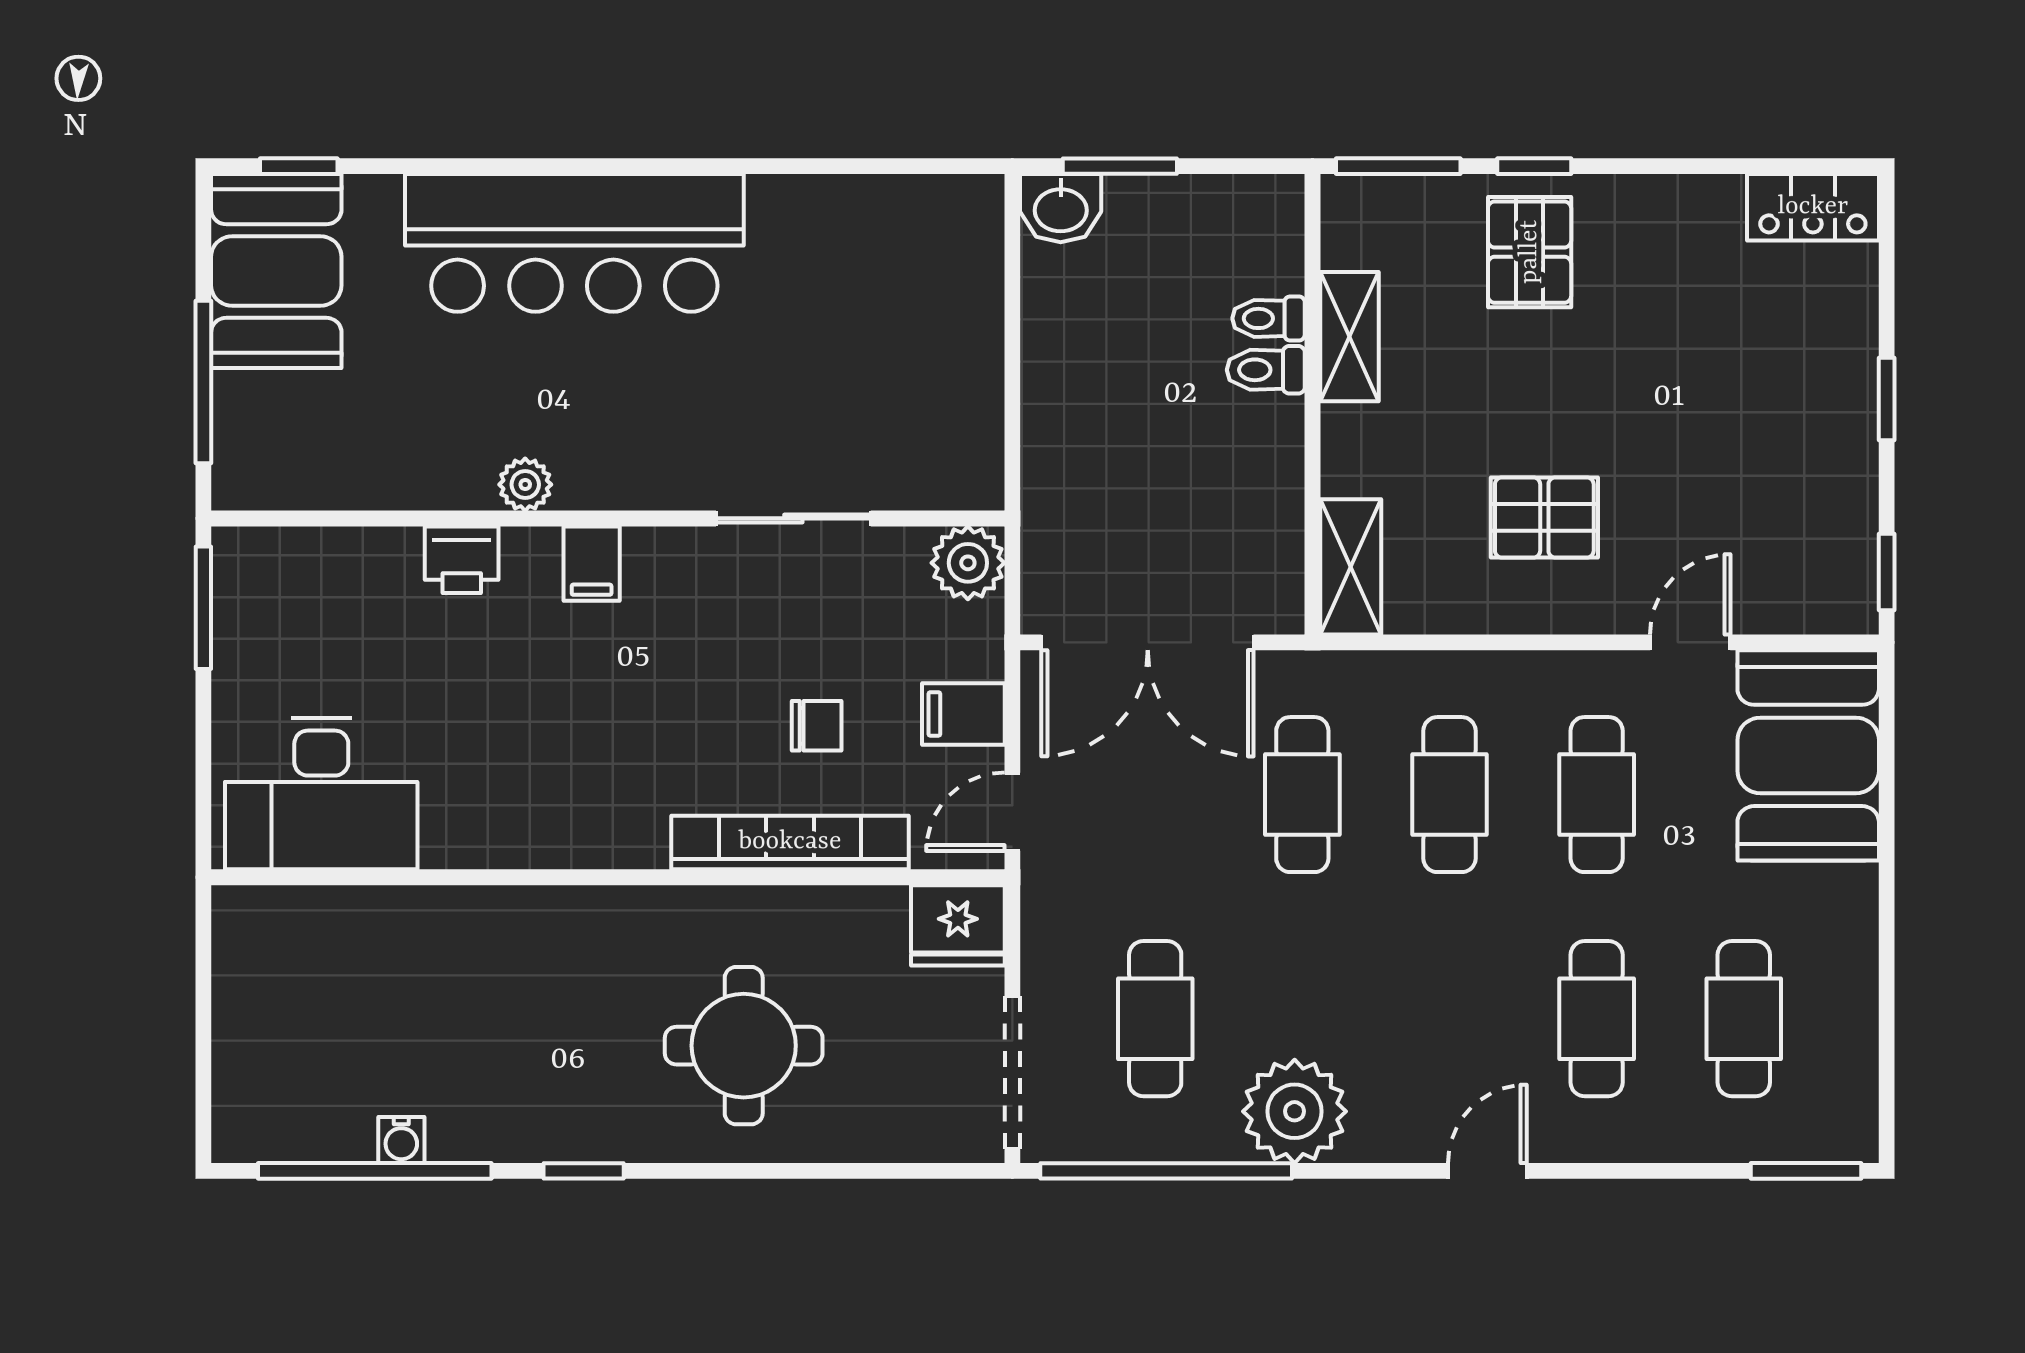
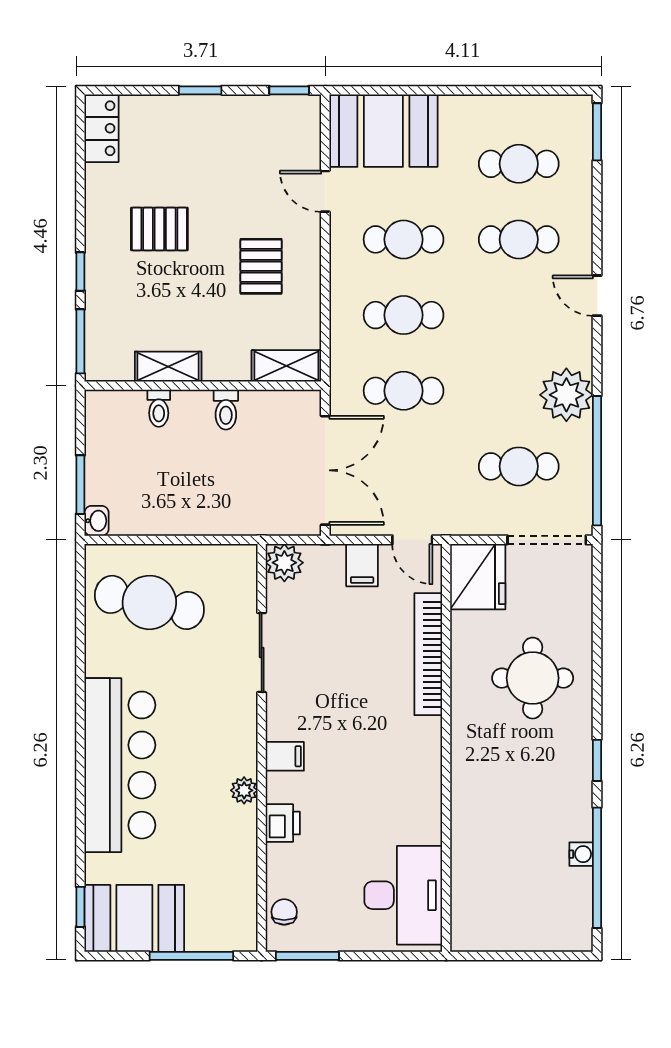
washbasin: (1061, 208) -> (97, 521), width x0.72, depth x0.69
pallet: (1530, 252) -> (159, 229), moved
cafe table: (891, 300) -> (149, 602), added
toilet: (1266, 370) -> (226, 410), moved
chair: (817, 726) -> (284, 912), moved
fridge: (958, 925) -> (478, 577), width x1.36, depth x1.34

